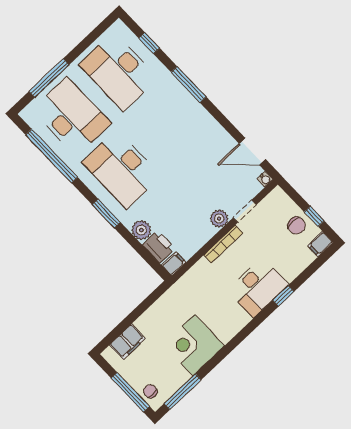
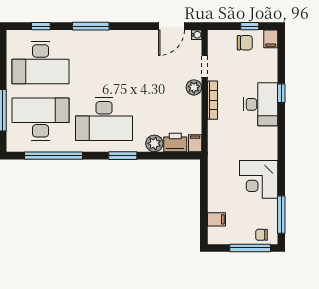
filing cabinet: (127, 342) -> (217, 219), width x0.50

